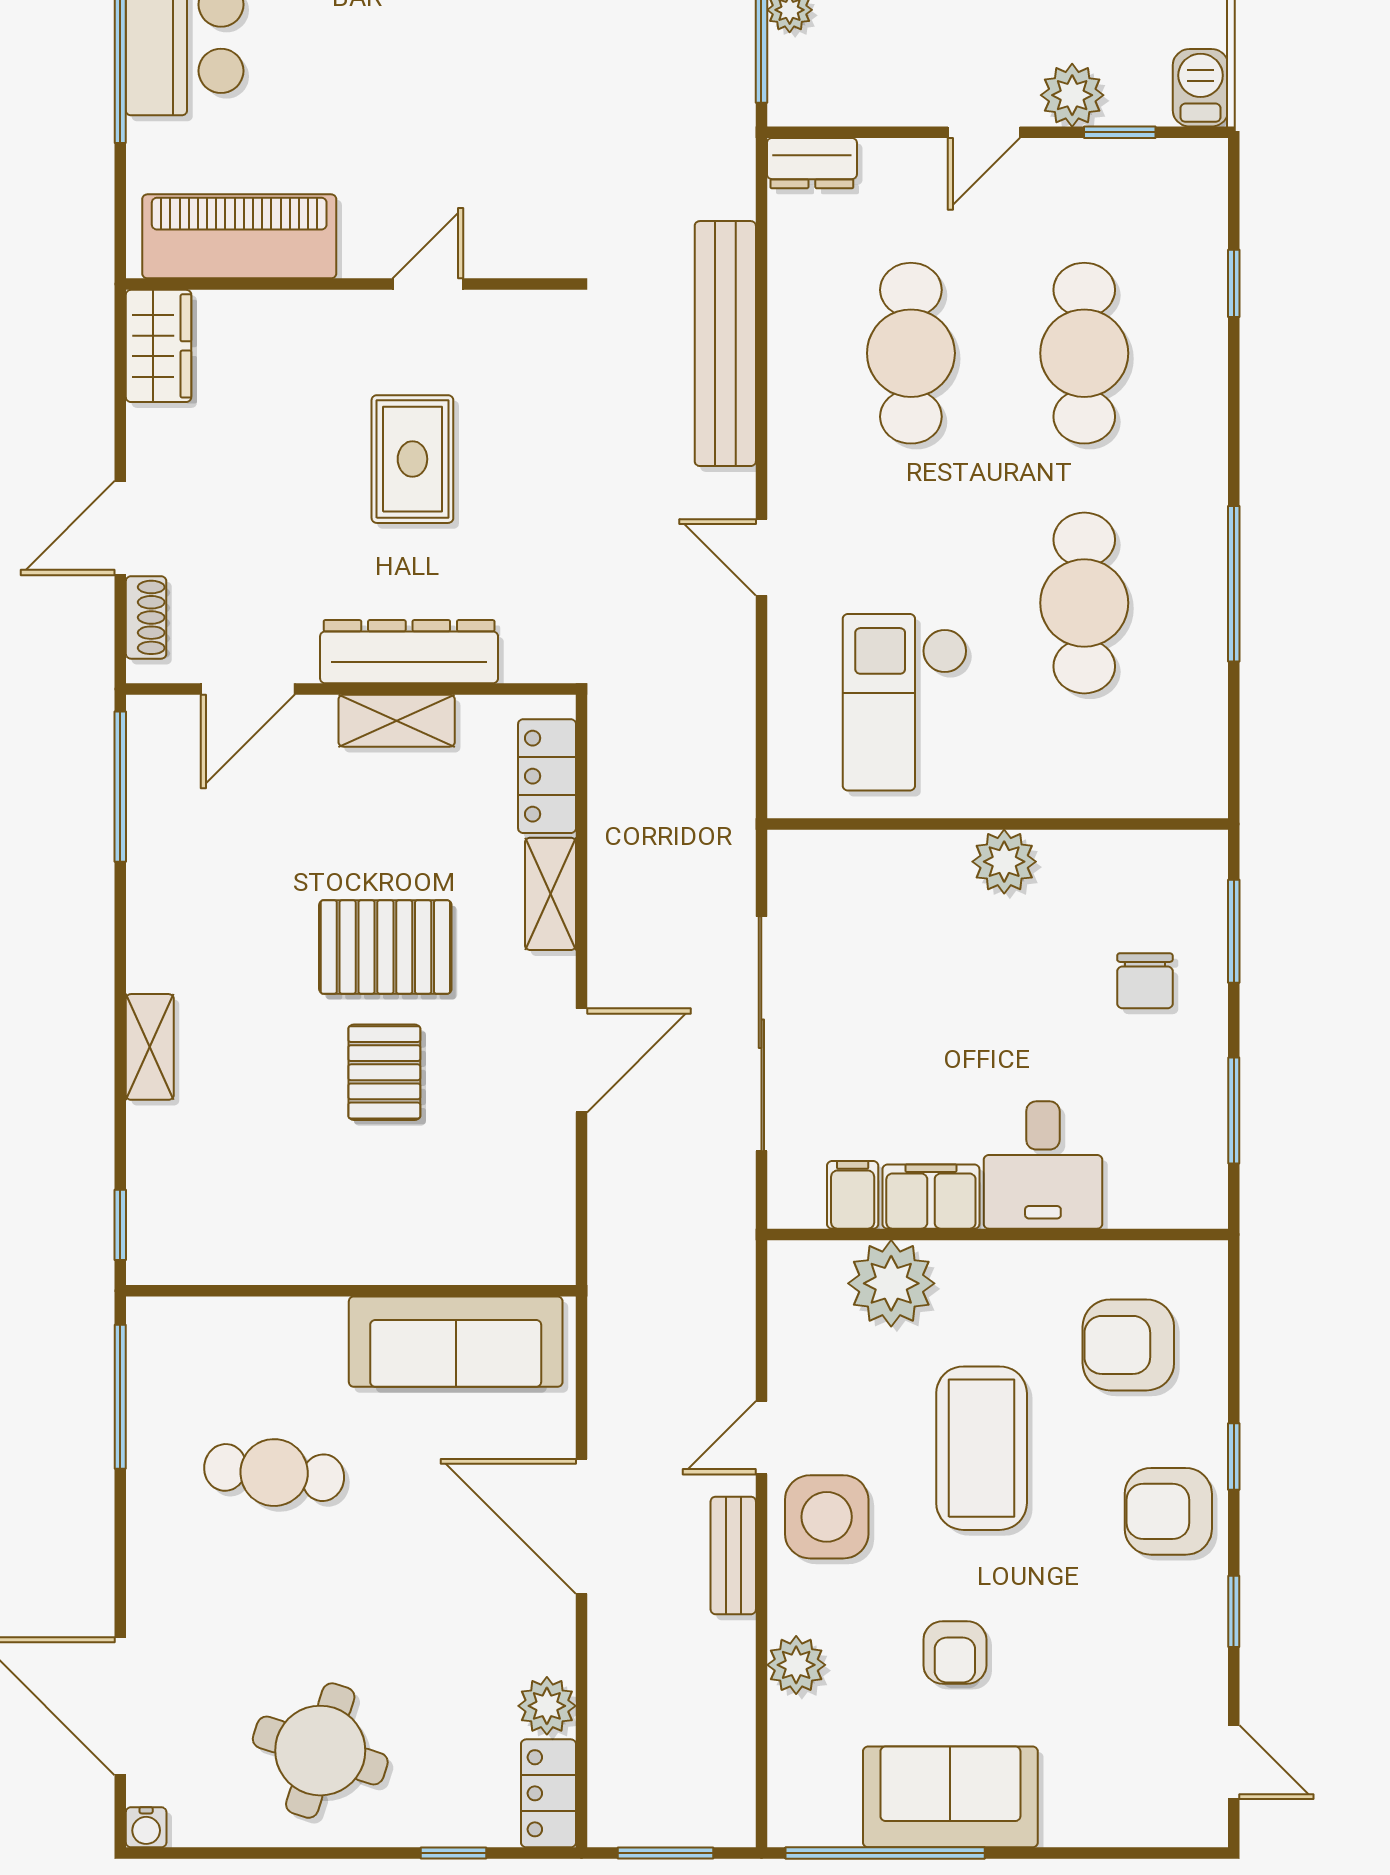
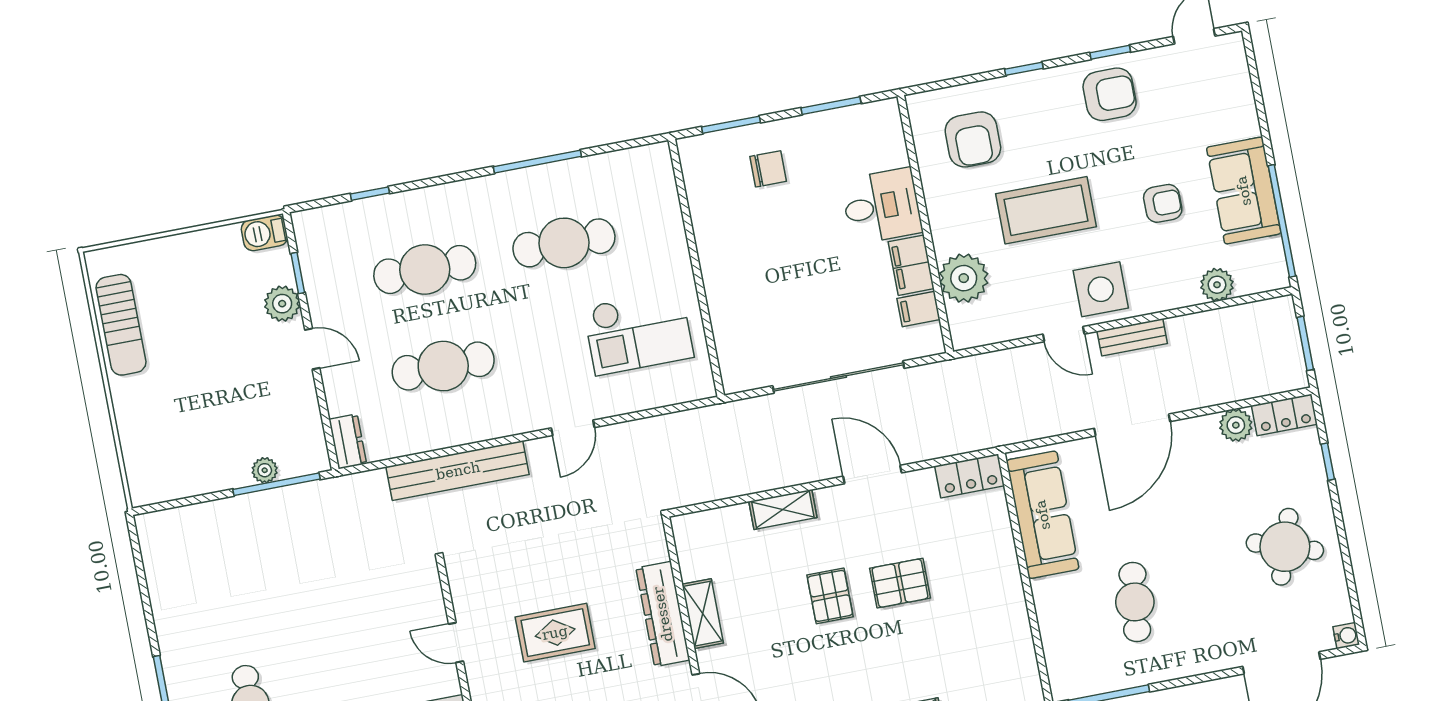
locker: (547, 776) -> (970, 476), moved
plant: (1004, 862) -> (717, 260), removed
pallet: (385, 947) -> (830, 596), width x0.67, depth x0.71
armchair: (1168, 1511) -> (1110, 94), moved, turned -90
plant: (796, 1665) -> (1217, 285), moved

